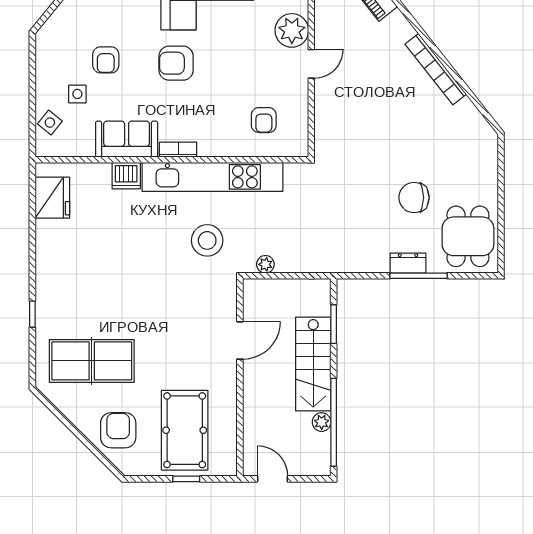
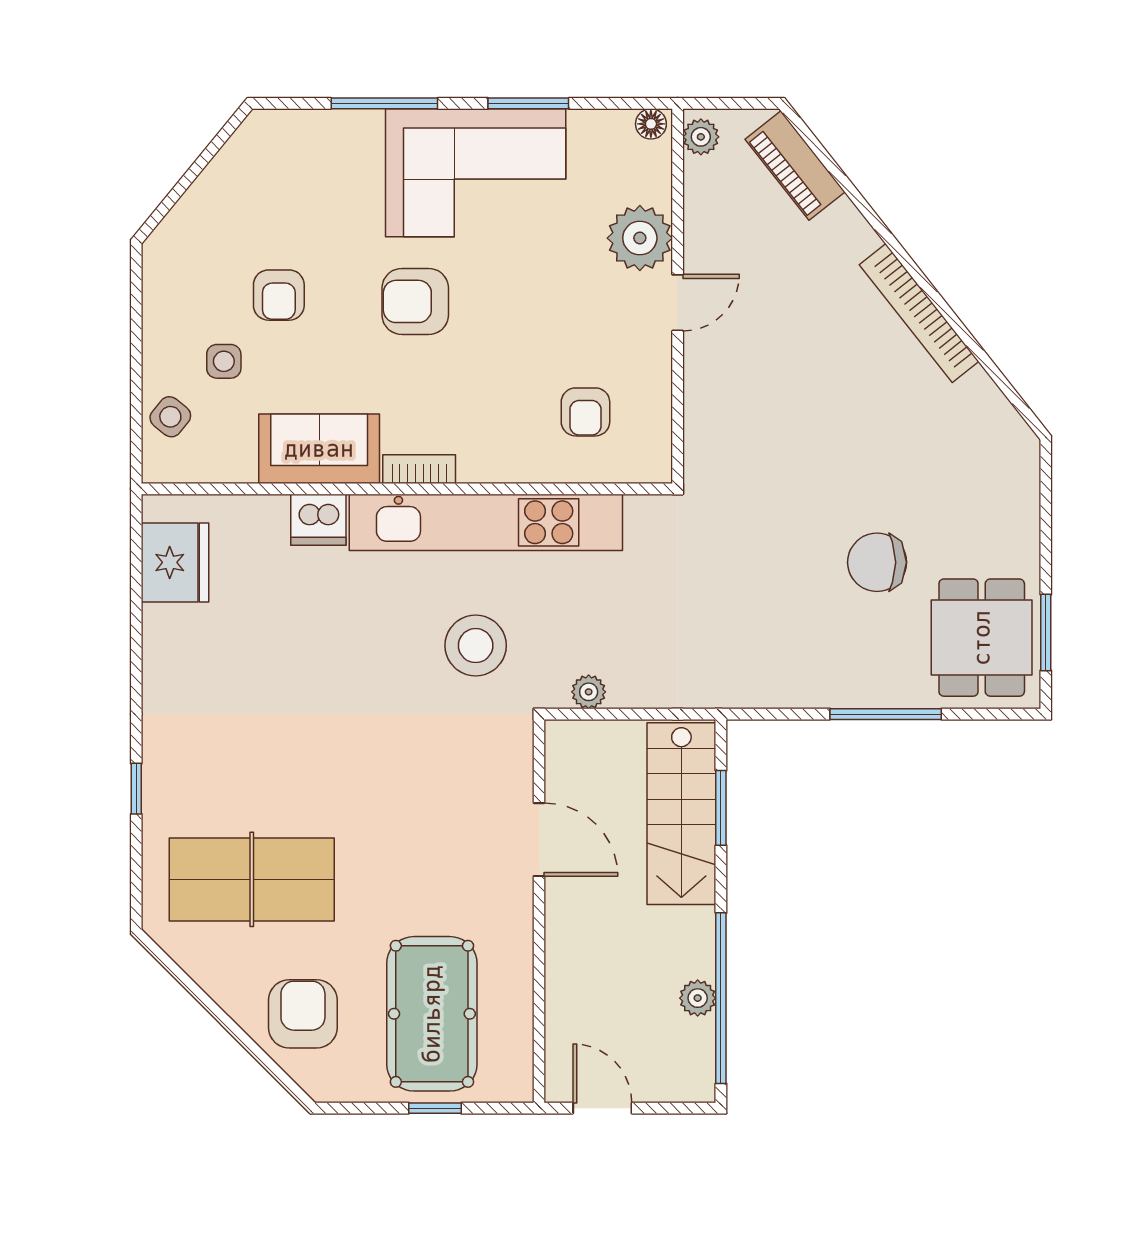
window: (501, 234) -> (1046, 632), added
dresser: (408, 263) -> (865, 689), removed
door: (240, 340) -> (539, 840), hinge flipped
stairs: (313, 364) -> (681, 814), moved

